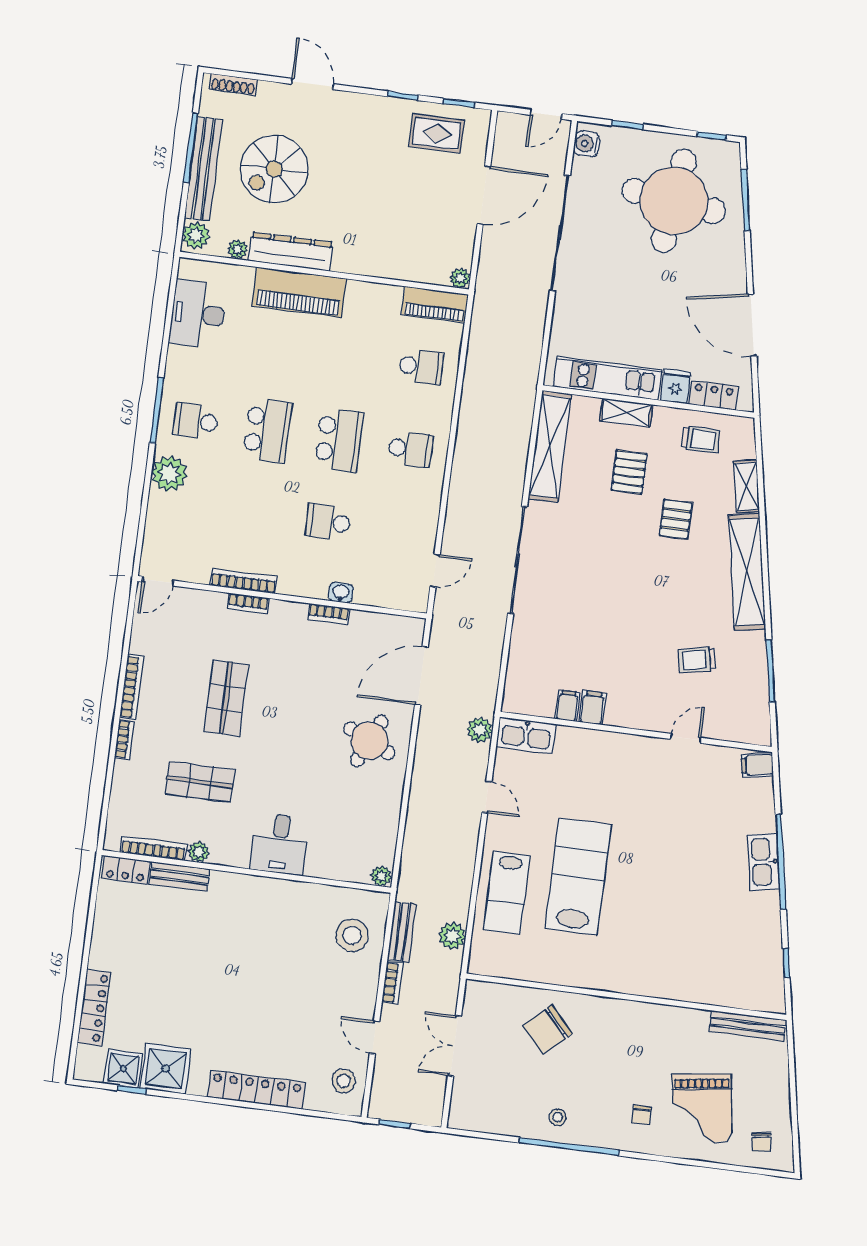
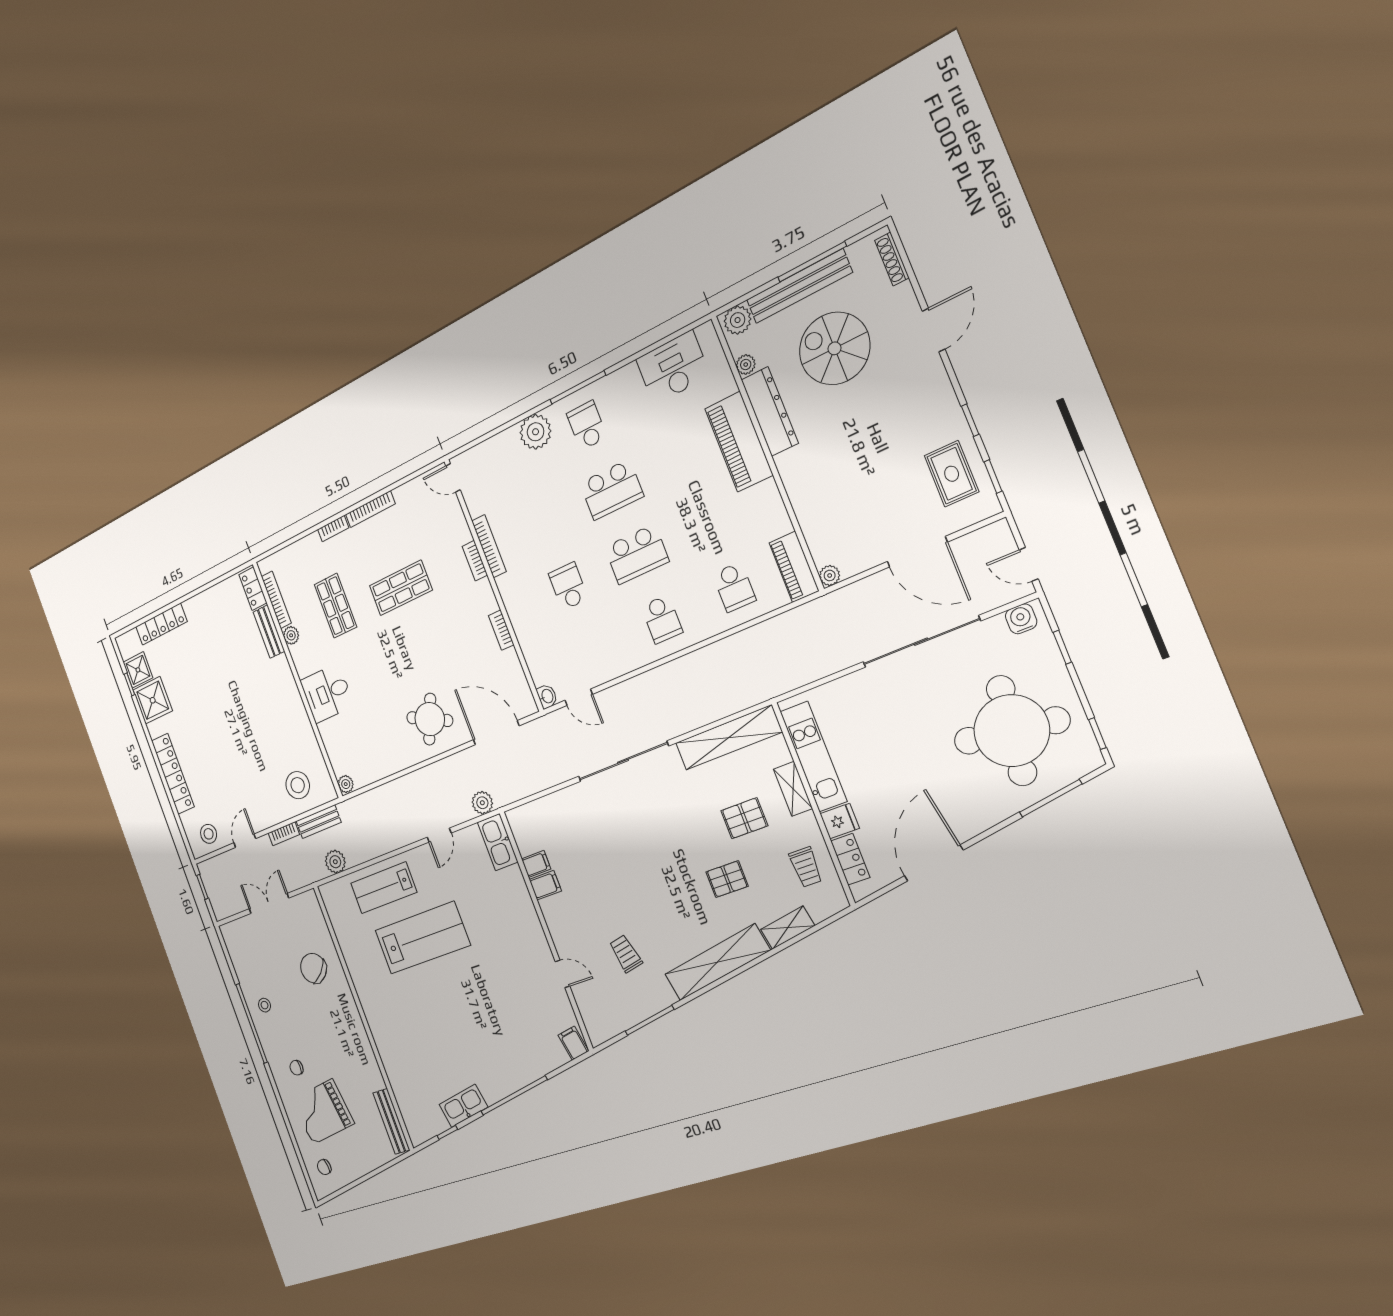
washbasin: (341, 593) -> (547, 696), moved
kitchen sink: (763, 862) -> (463, 1106), moved

